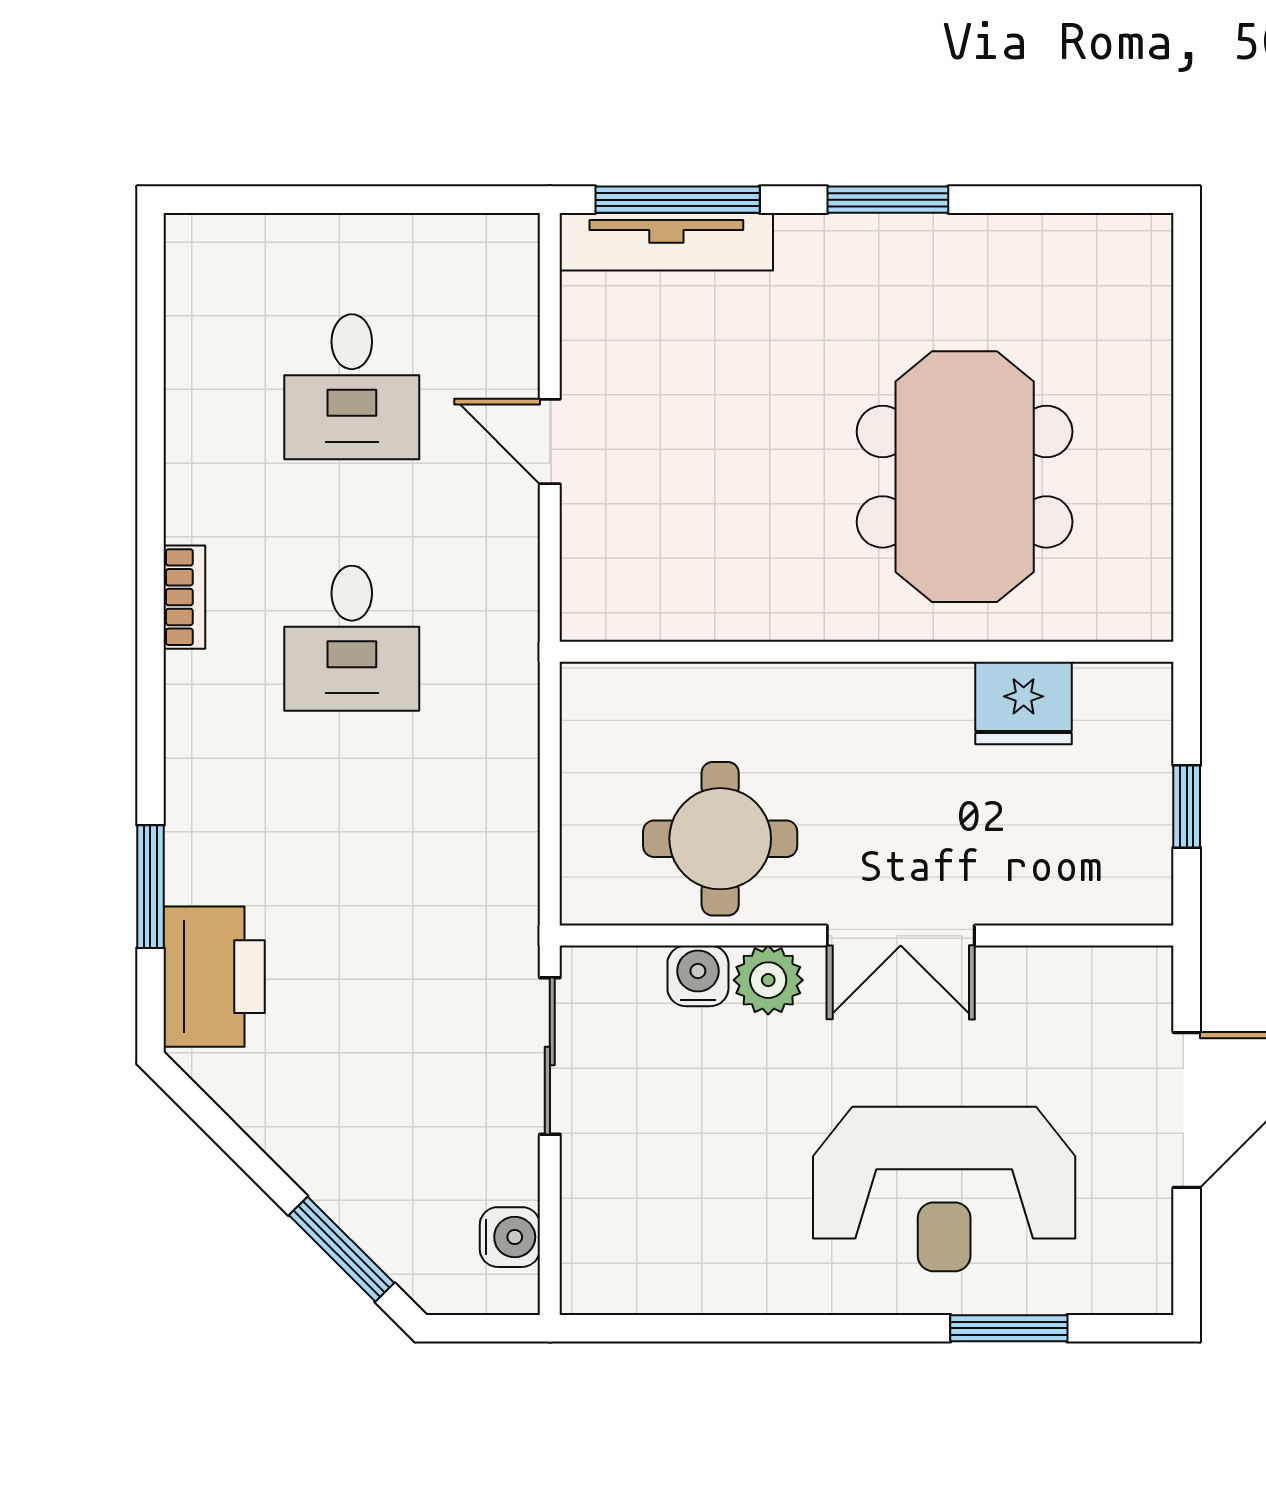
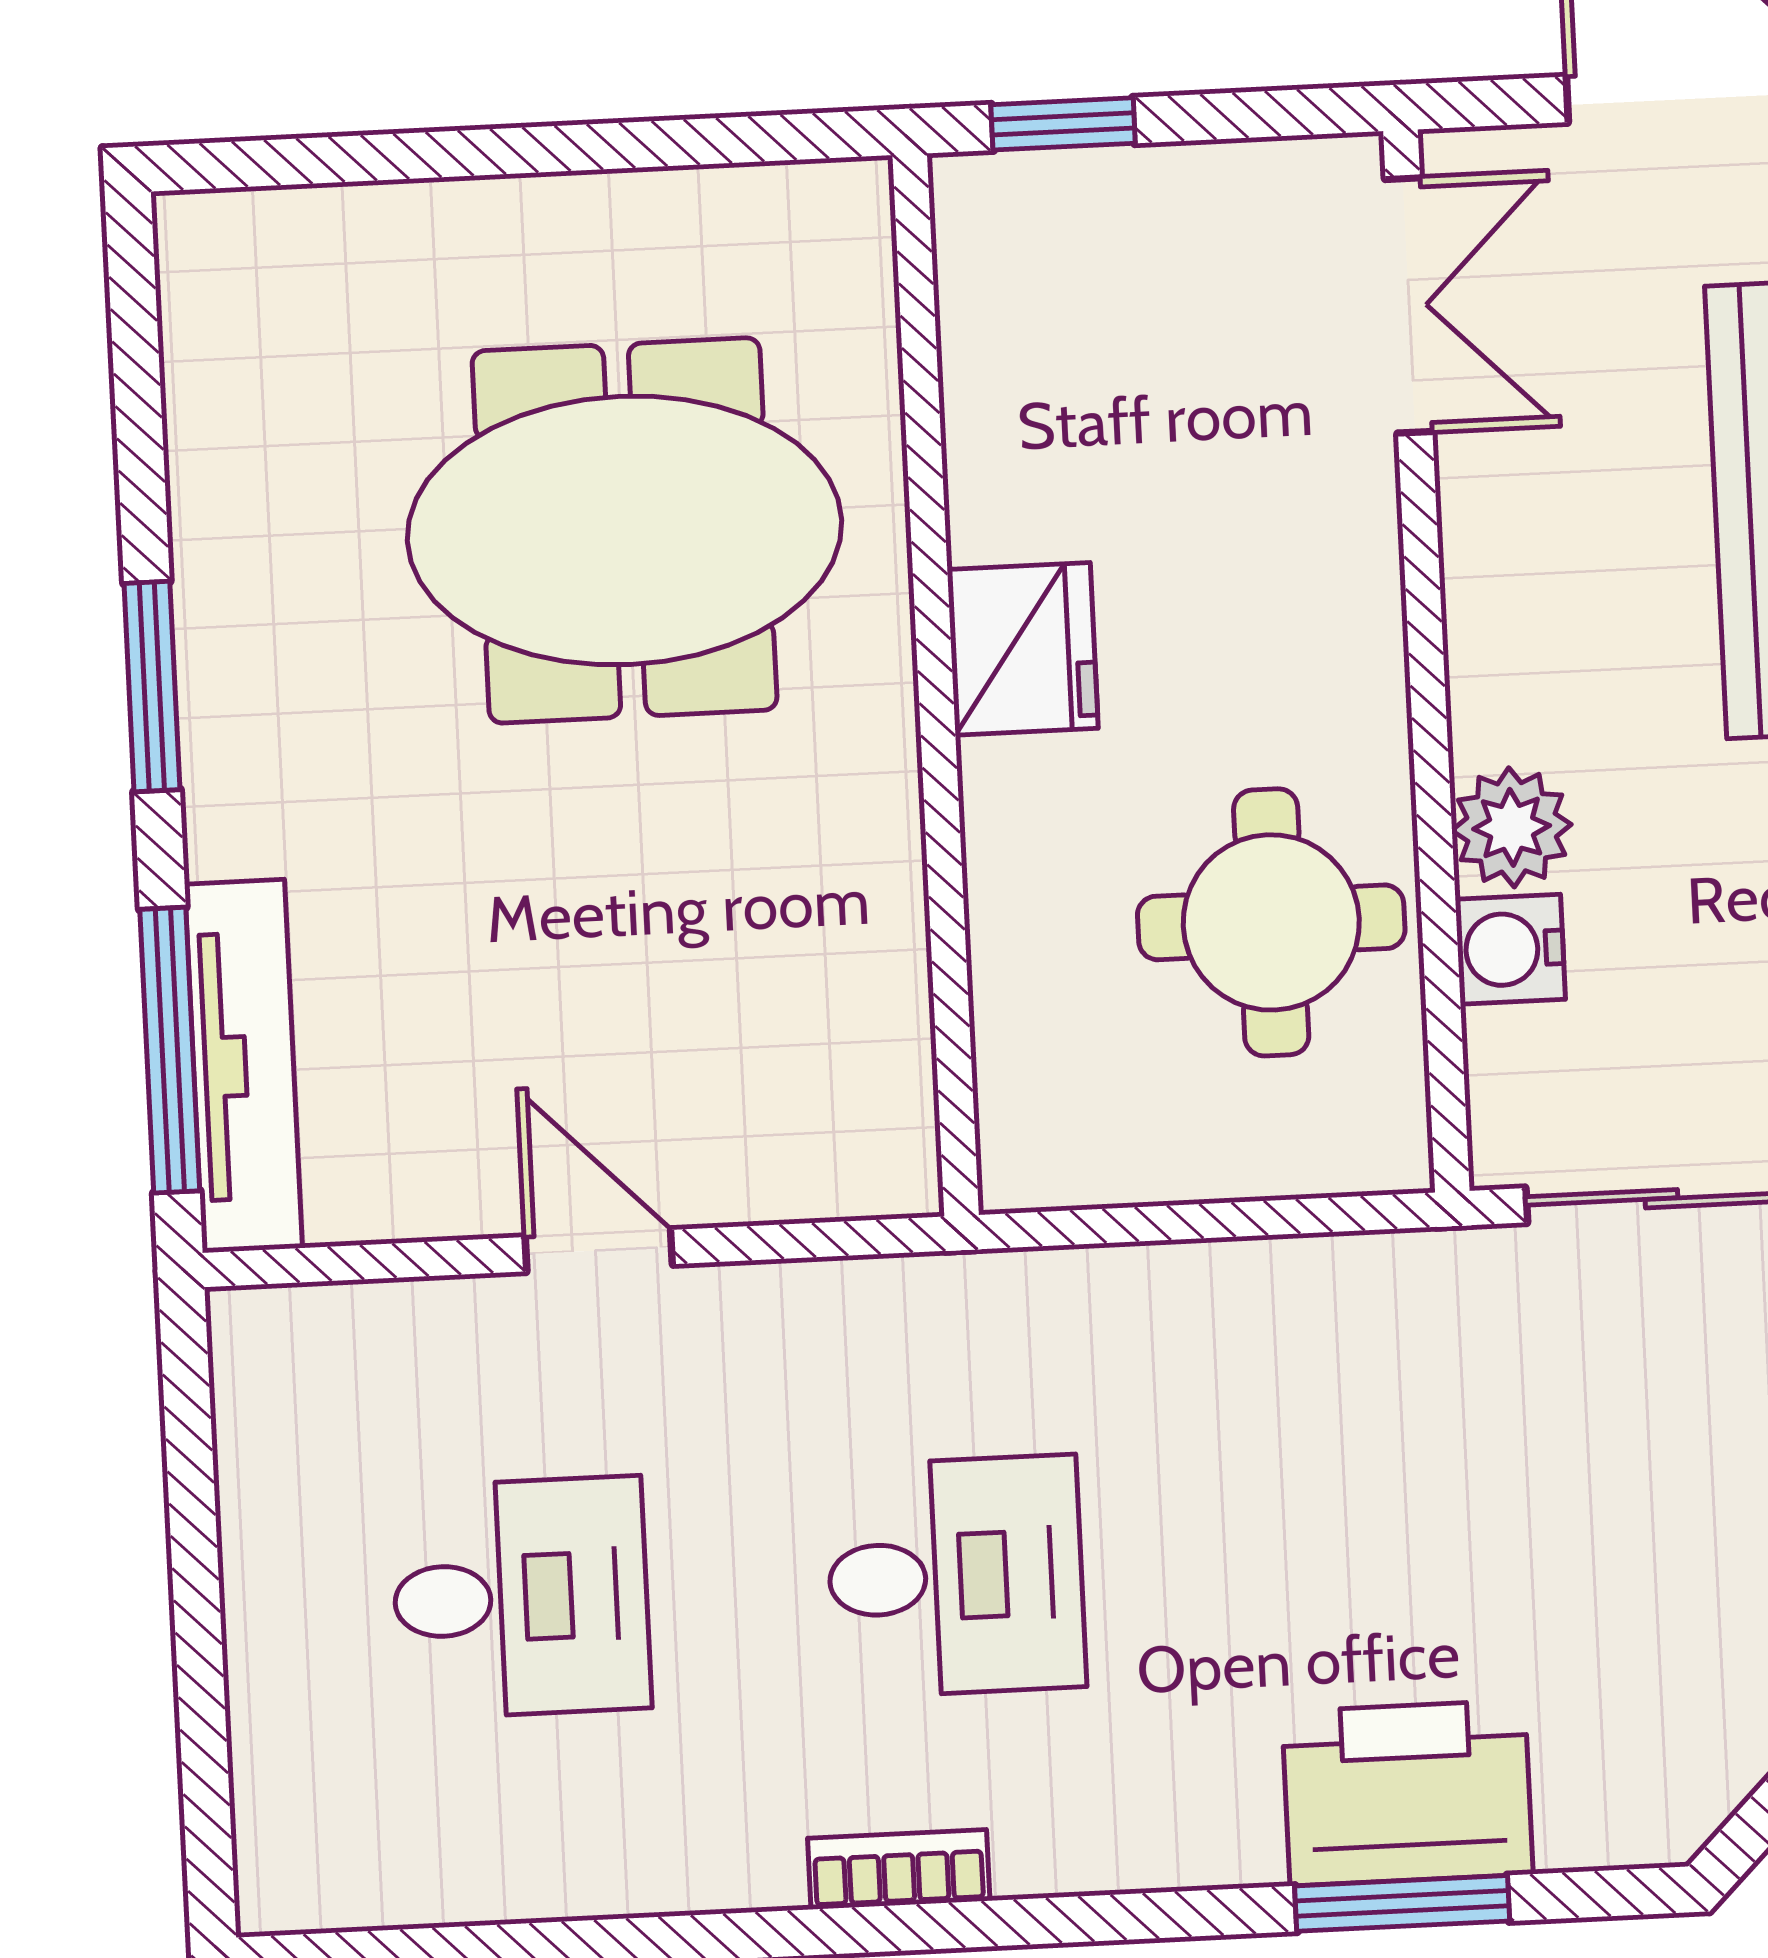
door: (550, 442) -> (599, 1251), swing flipped
fridge: (1024, 703) -> (1023, 649), moved
window: (1187, 806) -> (1063, 124), moved
double door: (901, 936) -> (1409, 305), moved
printer: (214, 977) -> (1407, 1793), moved

